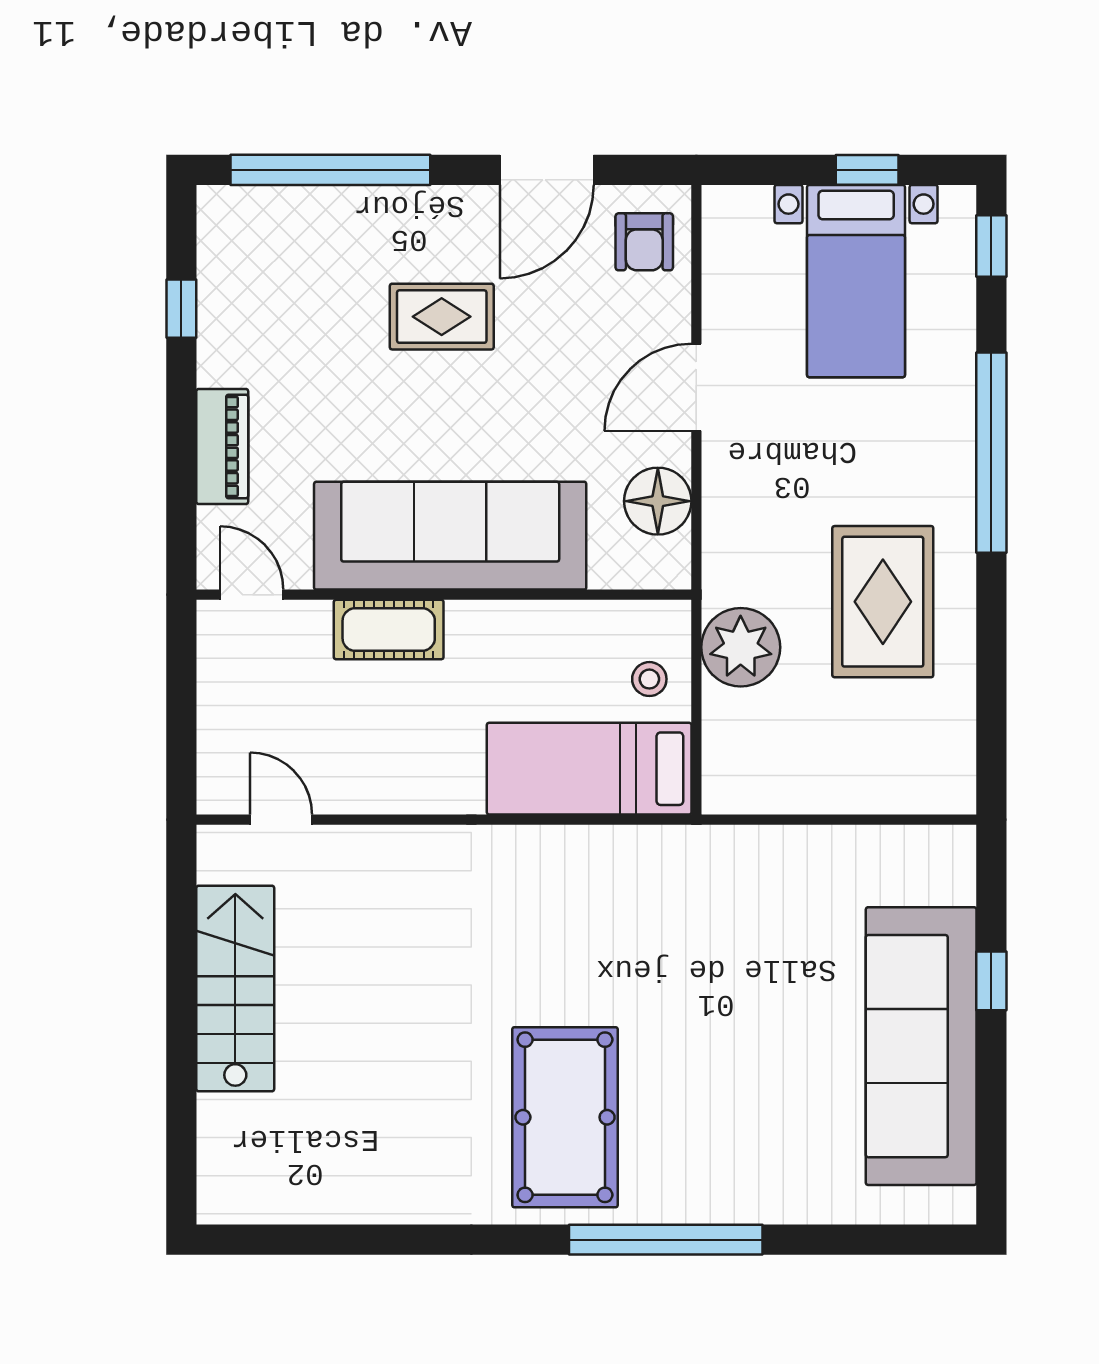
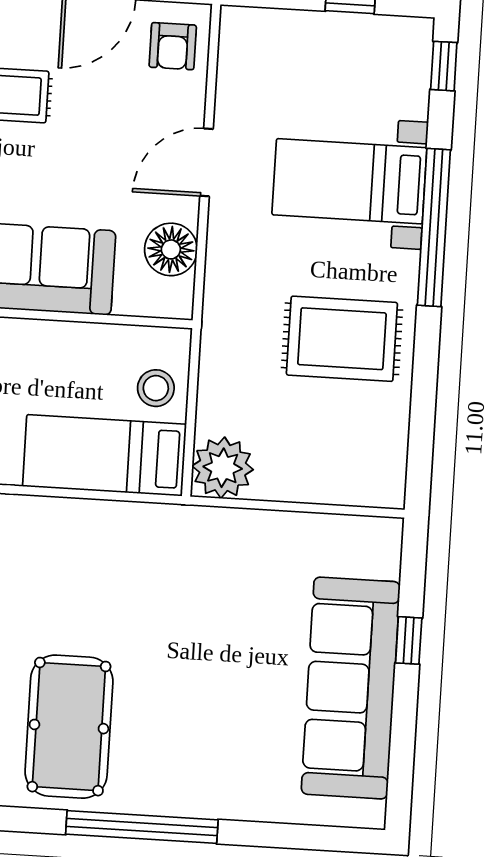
bed with nightstands: (856, 281) -> (349, 181), moved, turned 90
rug: (883, 602) -> (342, 339), turned 90
plant: (741, 647) -> (223, 468), moved
stool: (649, 679) -> (156, 388), width x1.37, depth x1.37

